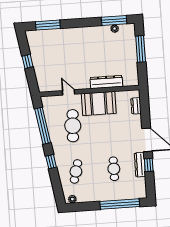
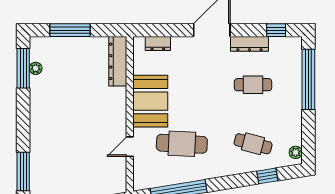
dresser: (106, 82) -> (118, 61), moved
window: (51, 162) -> (267, 176), moved
window: (149, 165) -> (276, 30), moved

